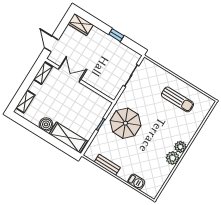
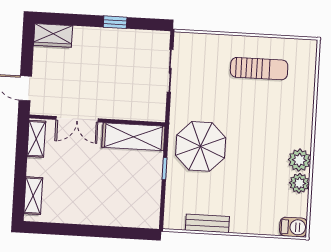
double door: (69, 74) -> (77, 119), swing flipped
boiler: (46, 124) -> (83, 213), removed
shelving: (68, 138) -> (133, 137), moved
plant: (180, 147) -> (299, 183), moved
barbecue: (136, 182) -> (293, 227), moved

